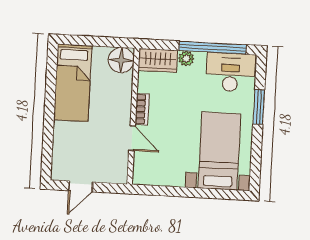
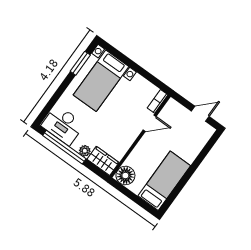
window: (259, 107) -> (80, 63), moved
bookcase: (142, 109) -> (158, 101), moved
door: (132, 138) -> (150, 123), swing flipped

